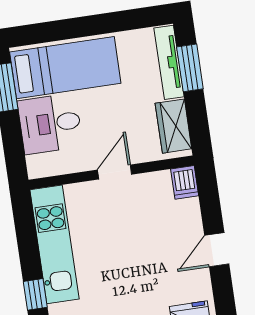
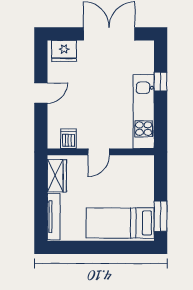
window: (190, 68) -> (41, 211), removed
desk: (50, 124) -> (135, 189), removed
dishwasher: (185, 182) -> (68, 139), moved

